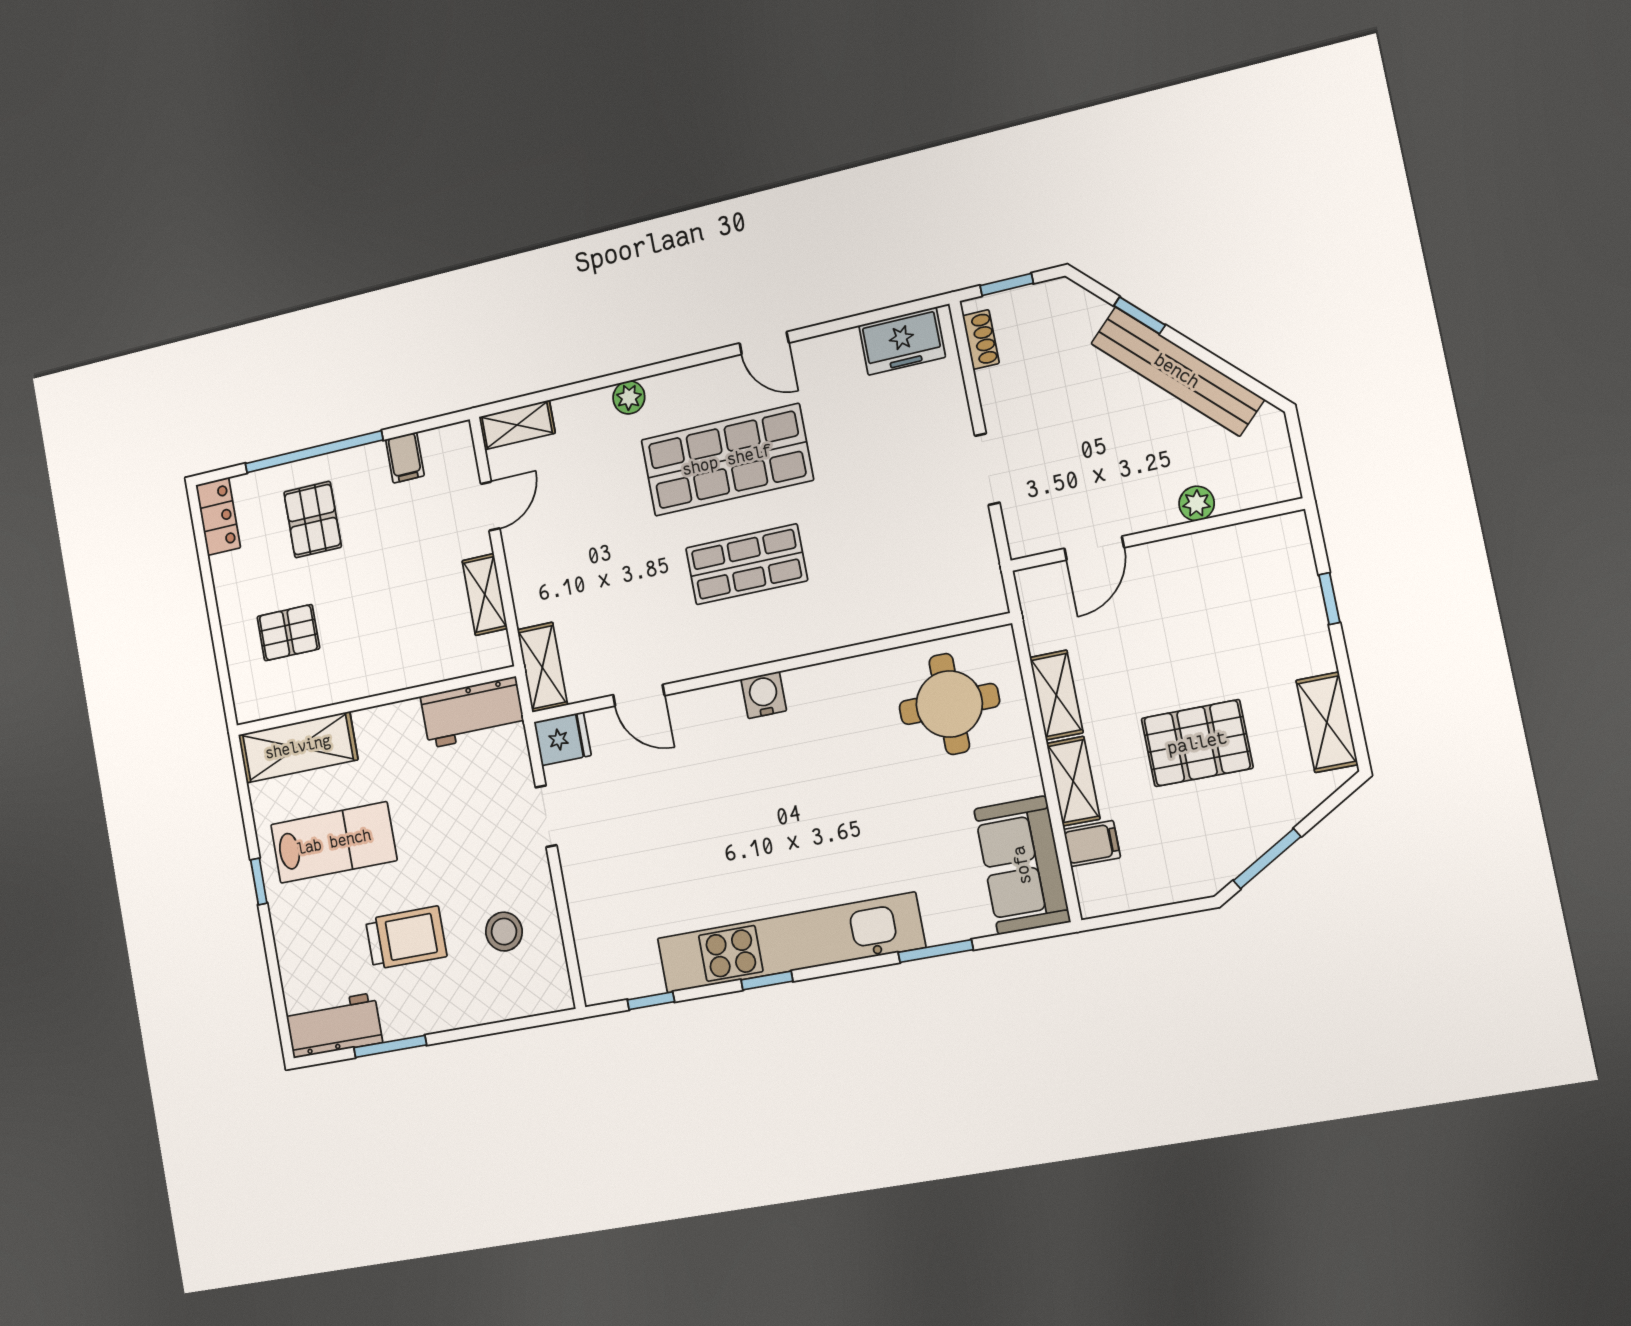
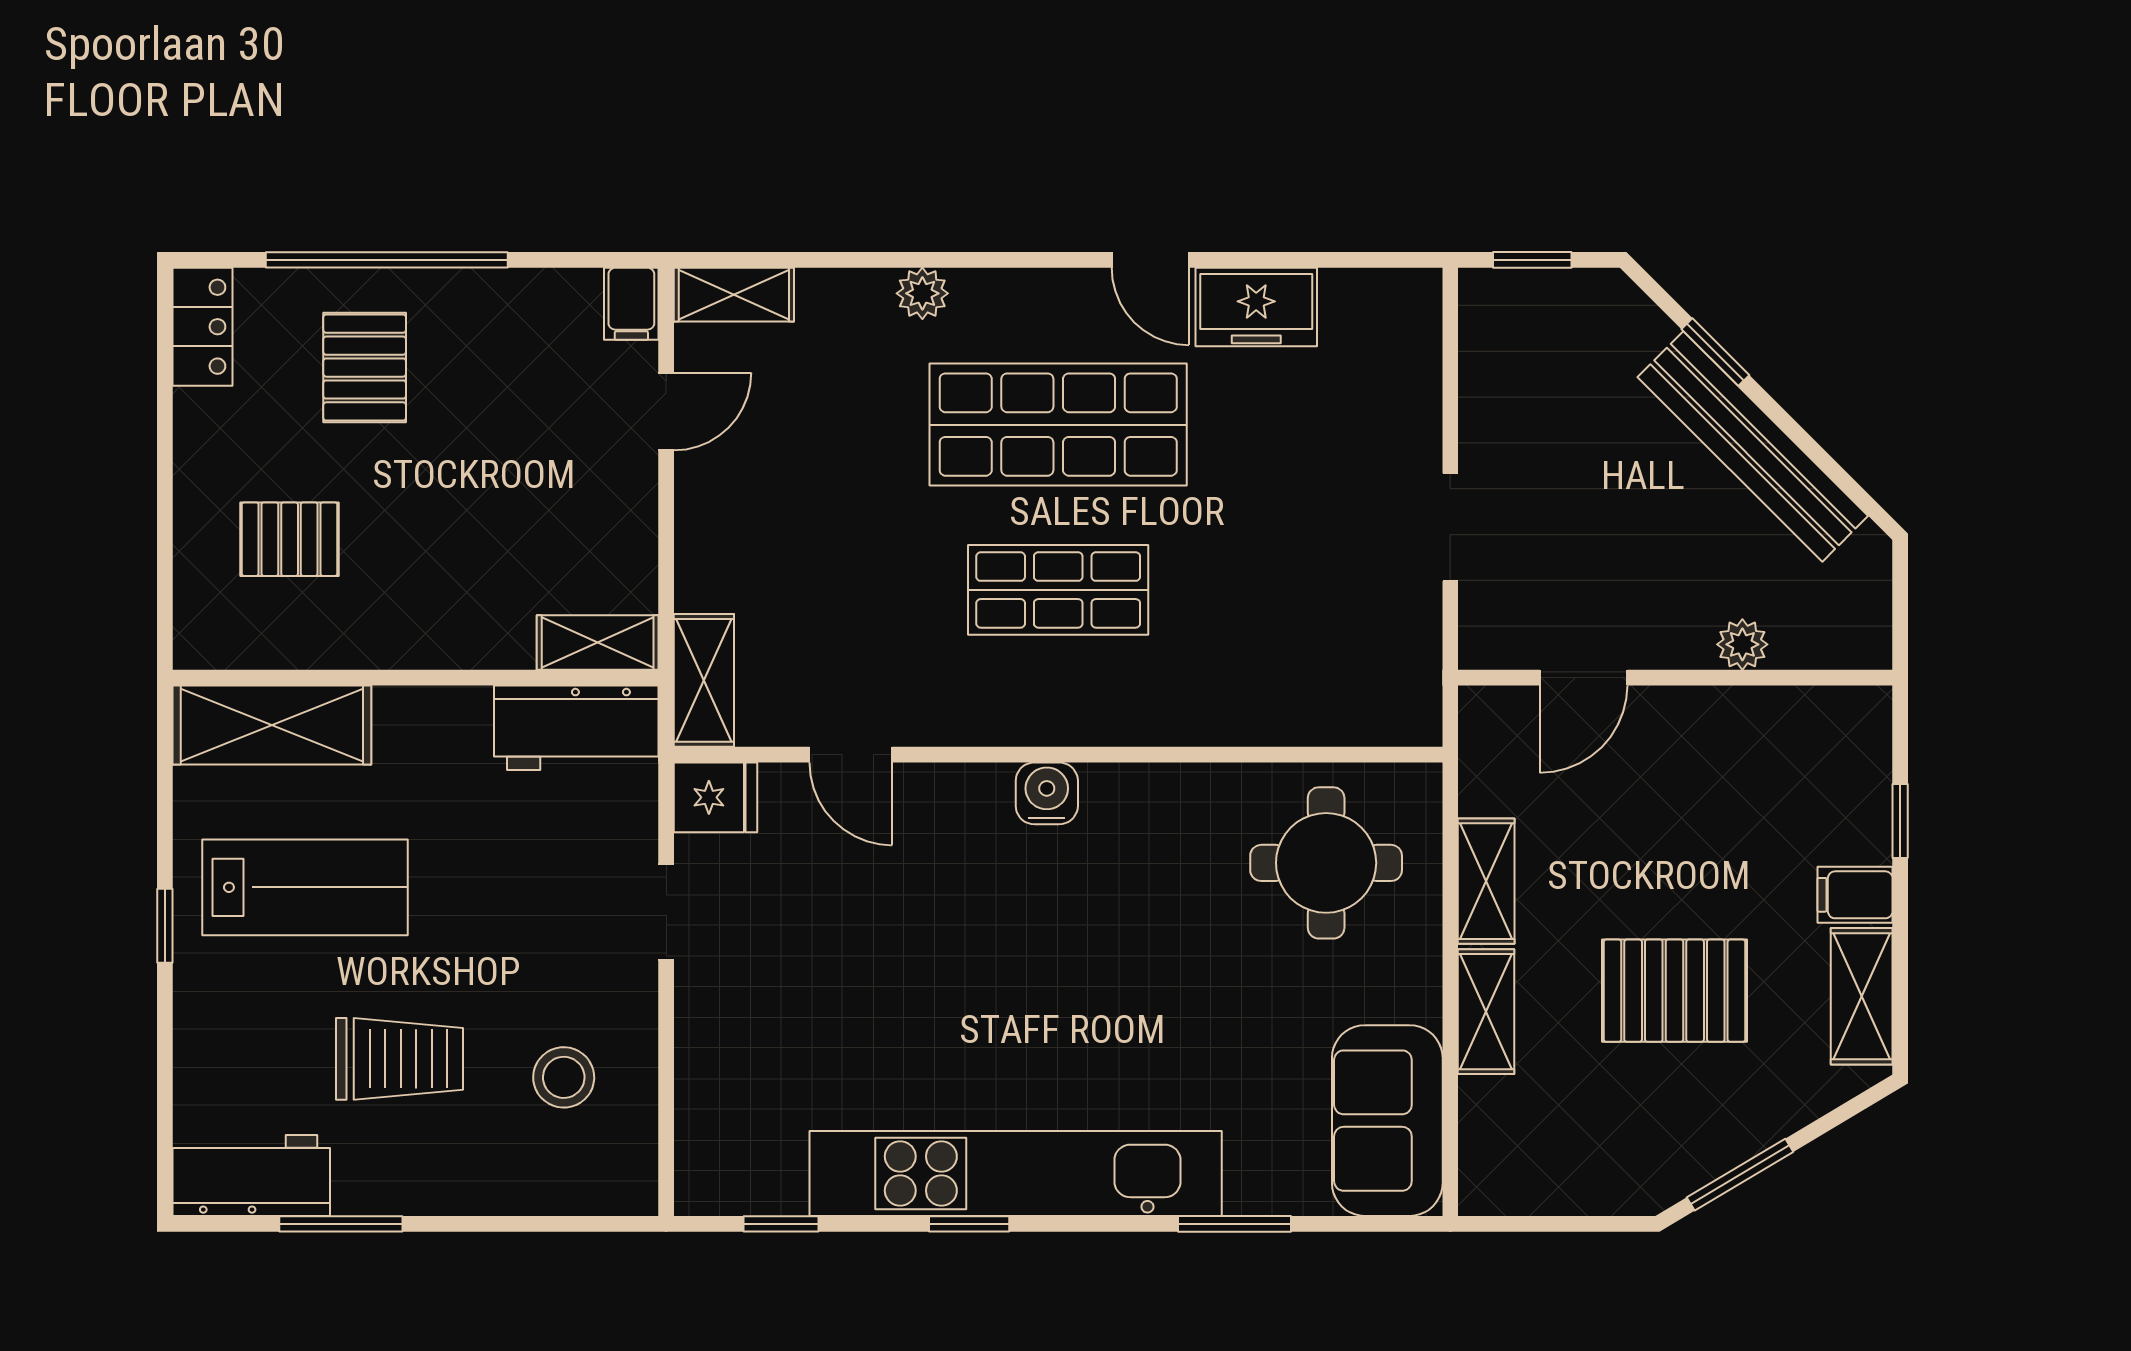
shoe rack: (981, 340) -> (1478, 333), removed
freezer: (902, 341) -> (1256, 307), moved
filing cabinet: (405, 458) -> (631, 304), moved
shelving: (485, 595) -> (598, 642), moved, turned 90
filing cabinet: (1092, 844) -> (1855, 895), moved, turned 180

